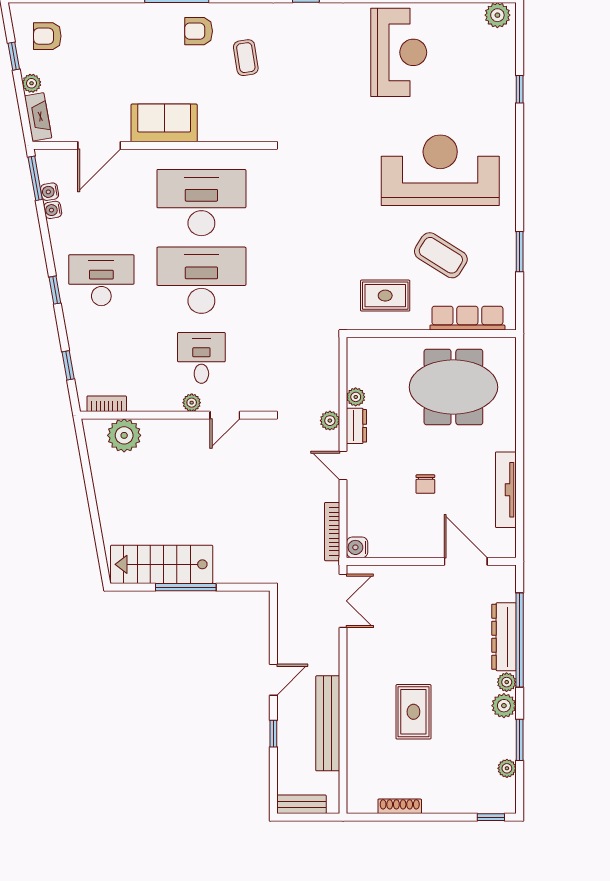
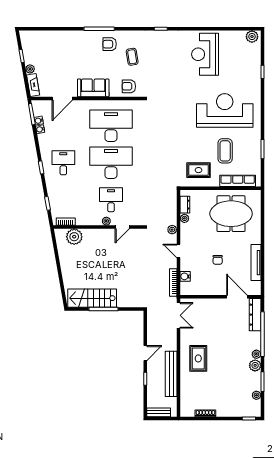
armchair: (47, 36) -> (129, 86), moved
reception desk: (399, 52) -> (205, 54), turned 180
coffee table: (441, 255) -> (225, 151), turned 58
desk: (101, 280) -> (63, 163), width x0.73
dresser: (356, 426) -> (185, 205), moved
water cooler: (357, 547) -> (185, 276), moved
dresser: (504, 637) -> (255, 315), moved
rug: (413, 712) -> (198, 358), moved

